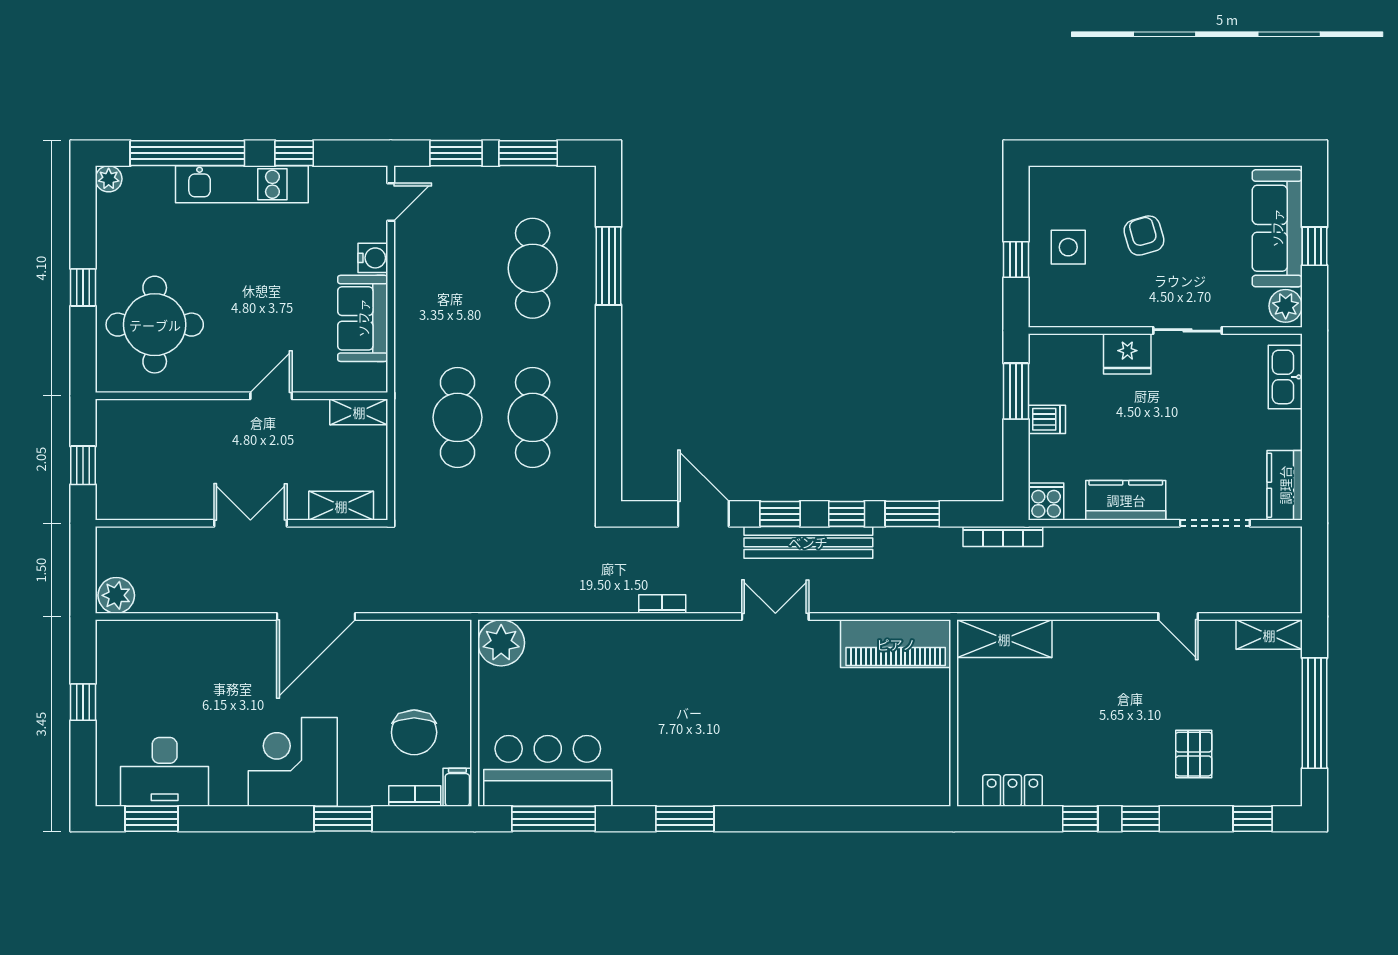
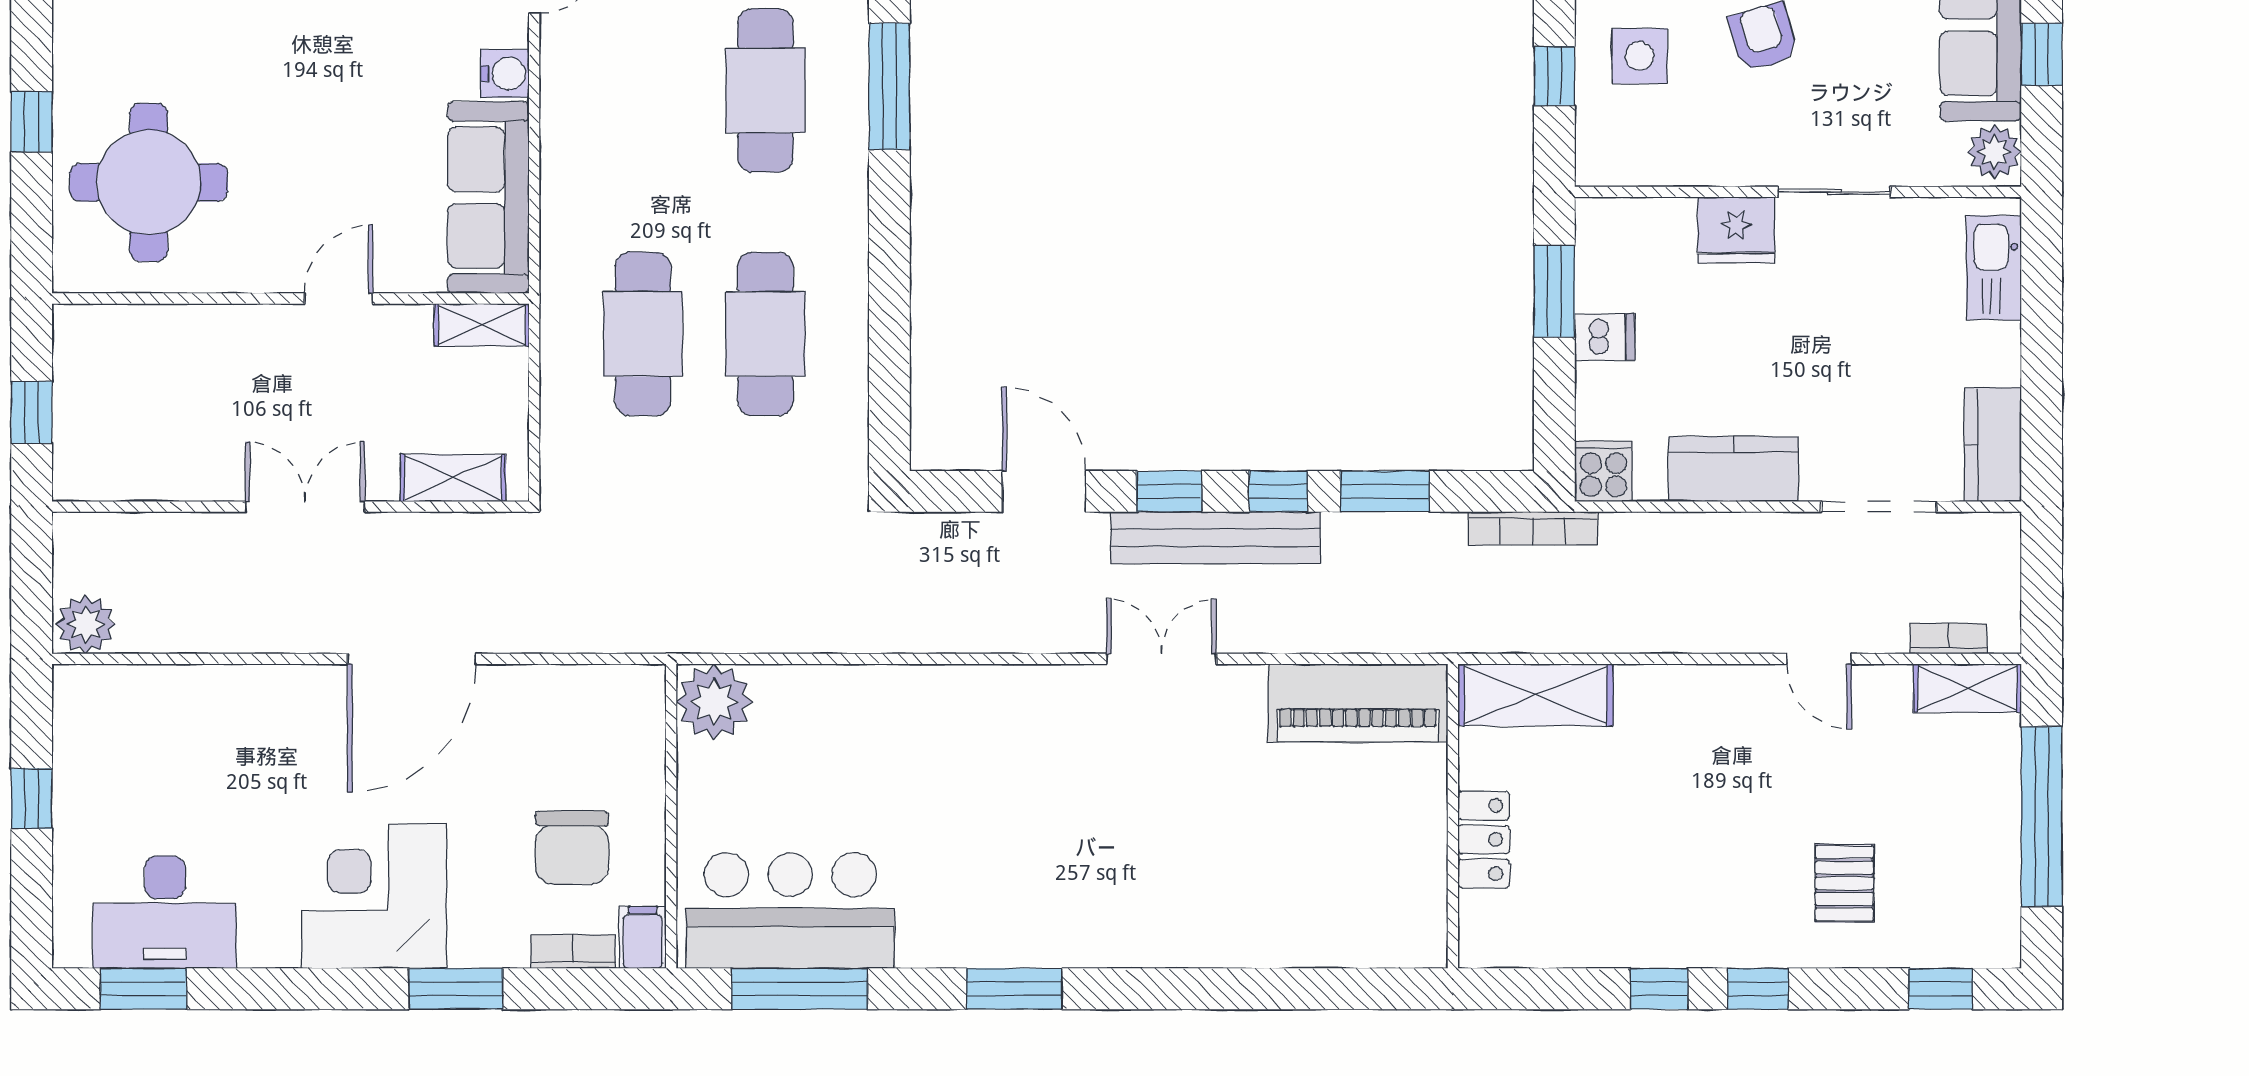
sofa: (363, 318) -> (488, 198), width x1.36
bookcase: (662, 604) -> (1948, 639), moved
locker: (1013, 790) -> (1484, 839), moved, turned 90

